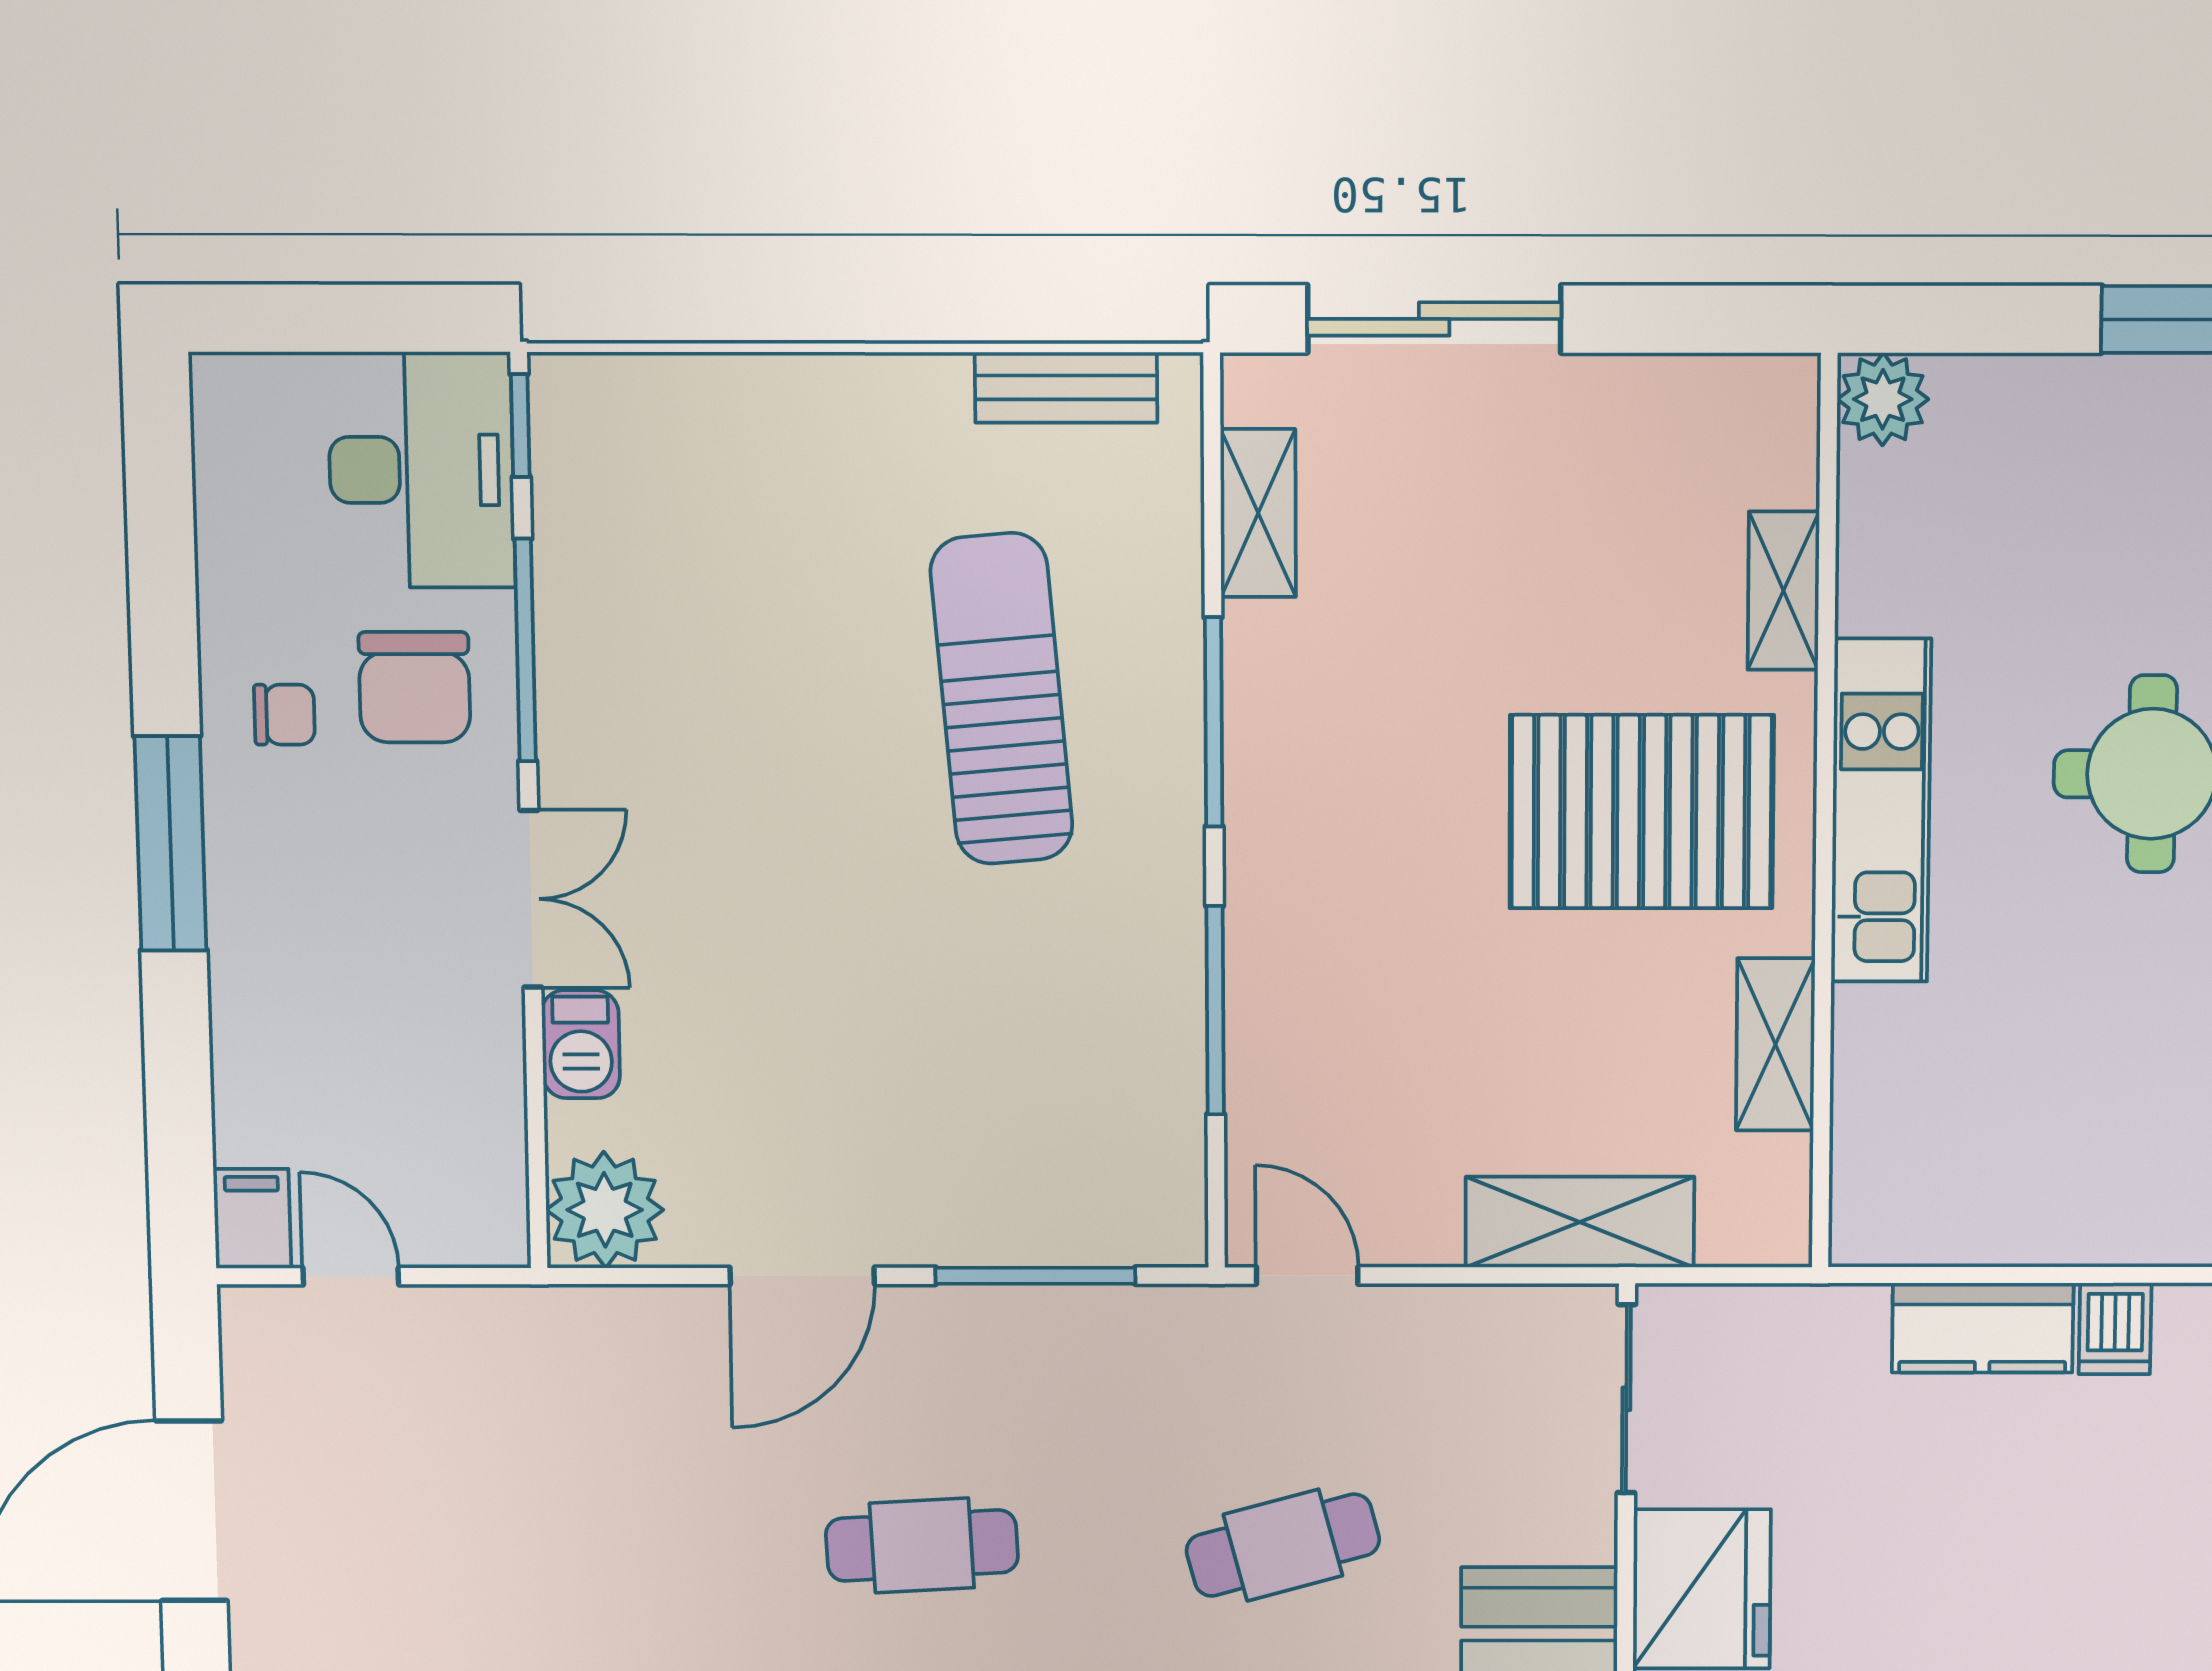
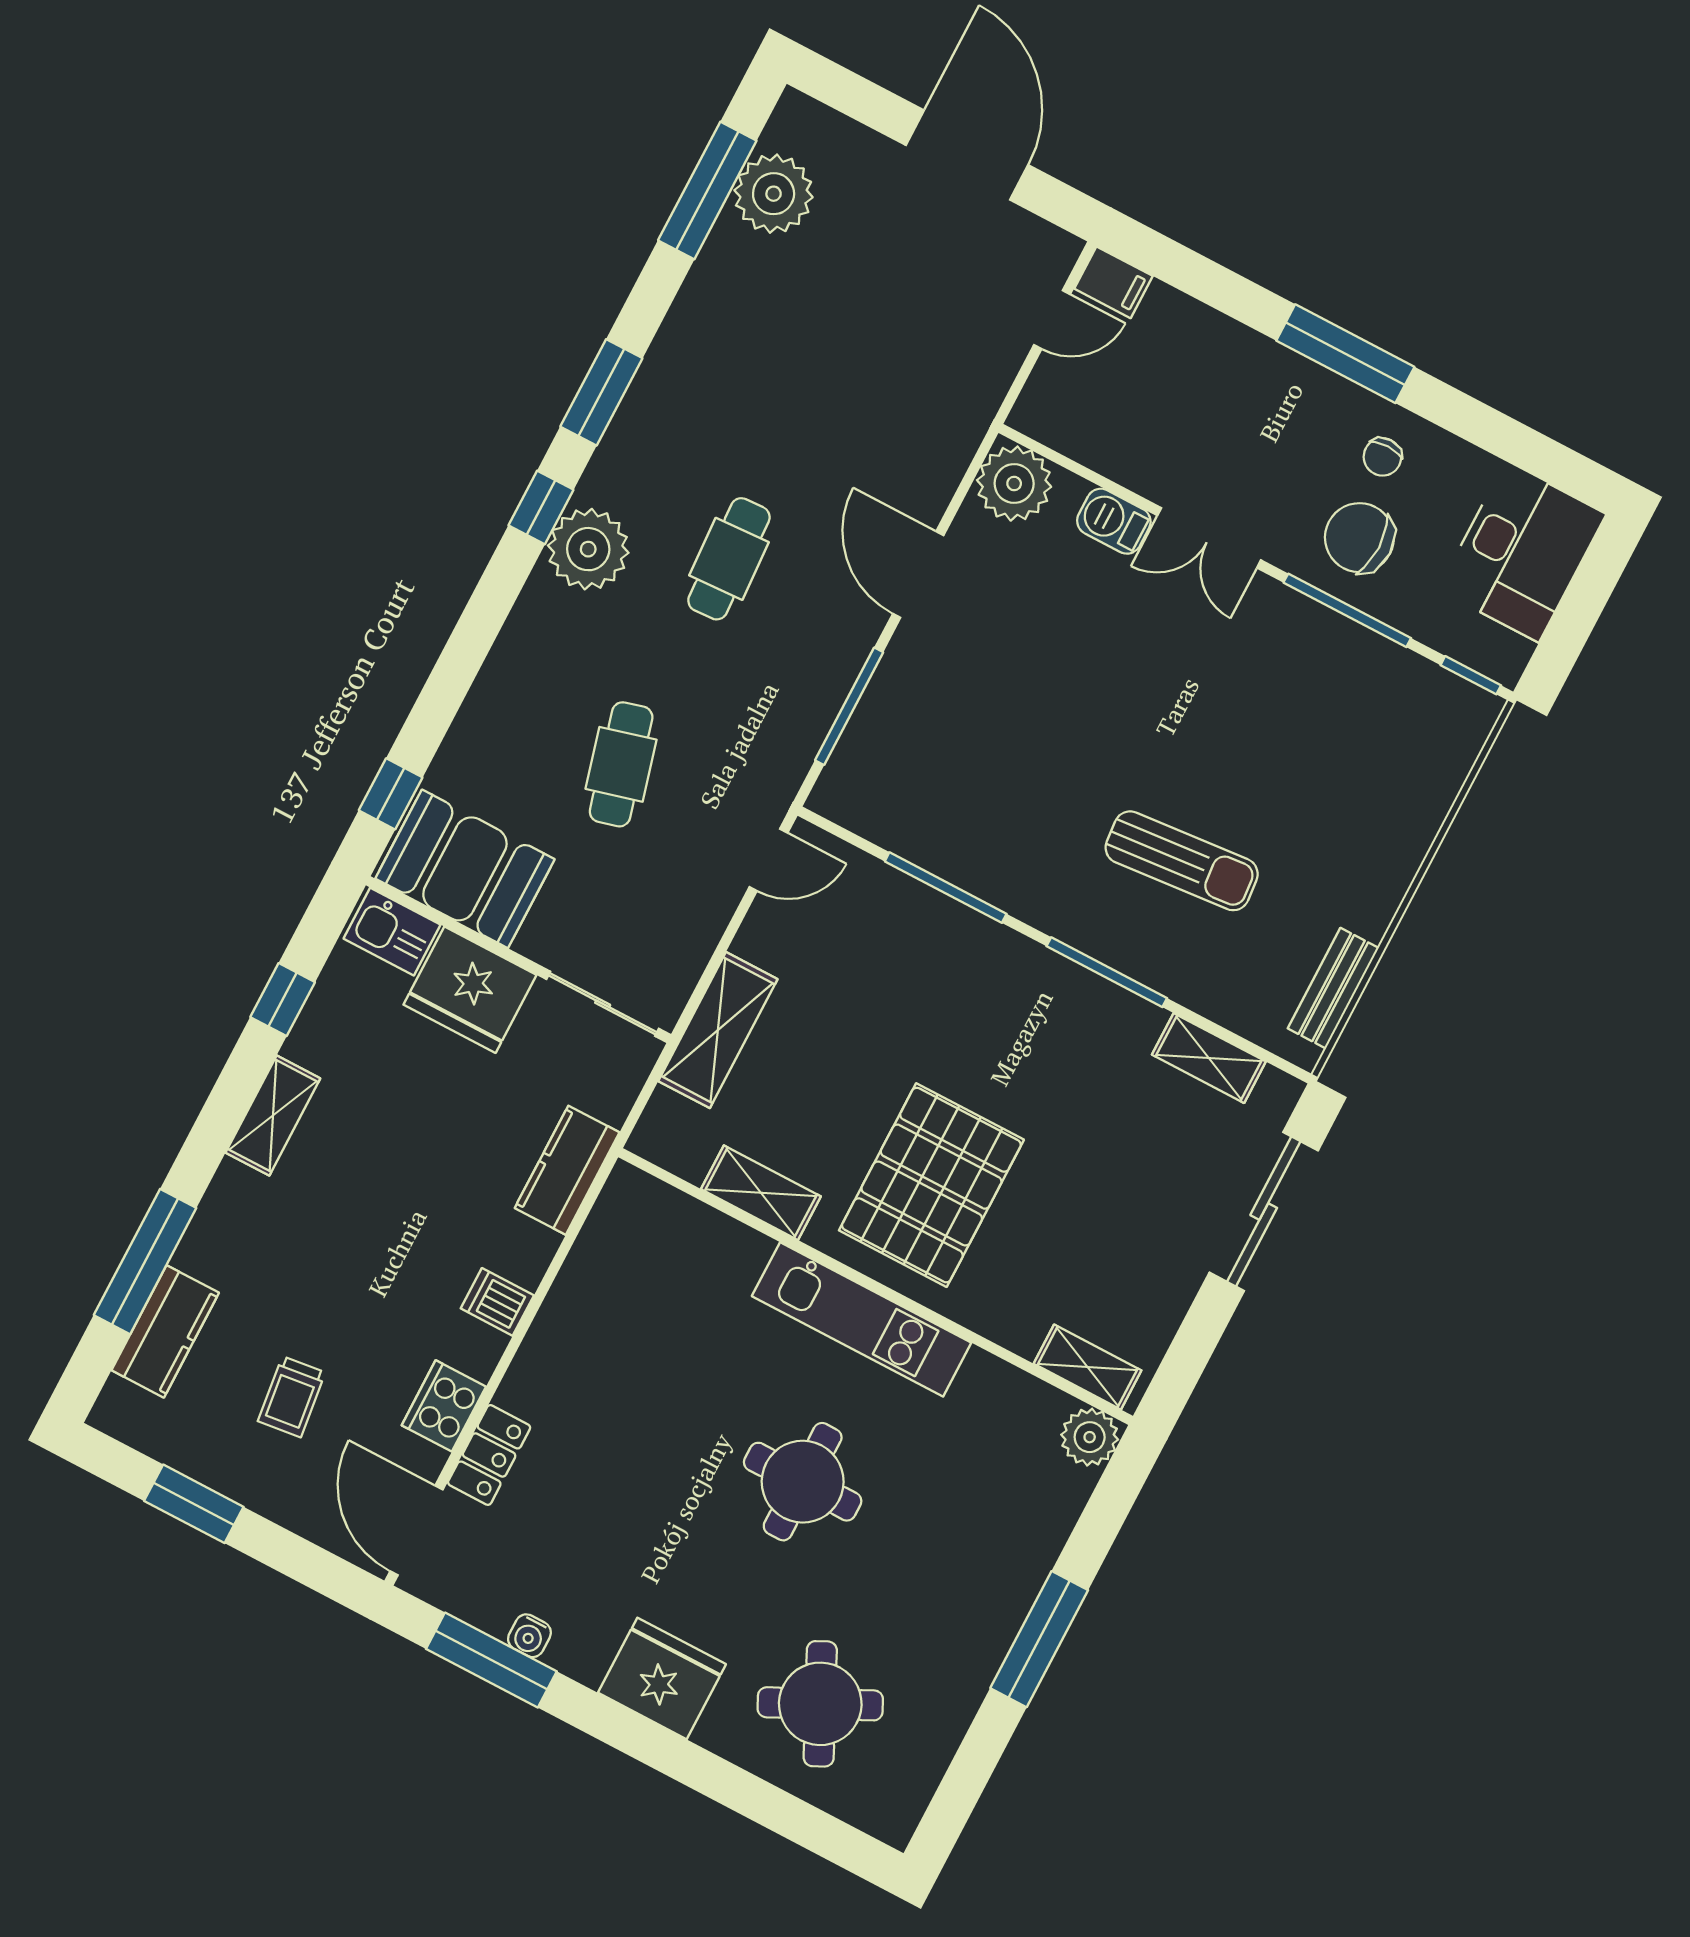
desk: (421, 470) -> (1522, 552), moved, turned -90
shelving: (1783, 591) -> (1088, 1367), moved
sun lounger: (1002, 699) -> (1182, 861), width x0.73, depth x0.75
kitchen counter: (1983, 1328) -> (567, 1170), moved

